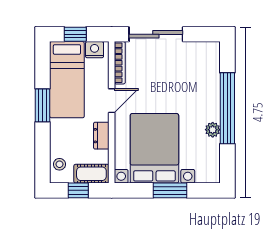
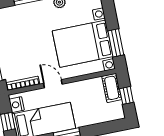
dresser: (101, 136) -> (81, 86), removed
stool: (59, 164) -> (109, 114), removed
window: (170, 190) -> (116, 43), moved

